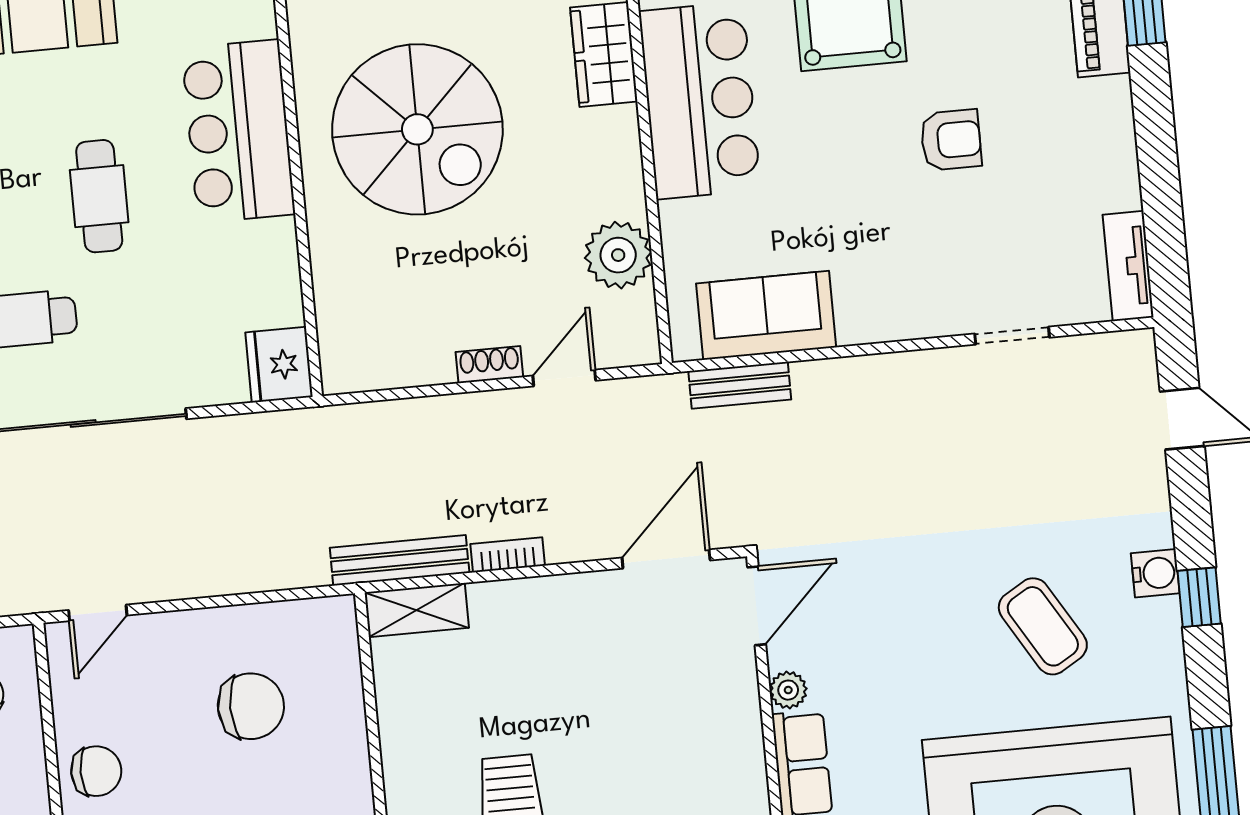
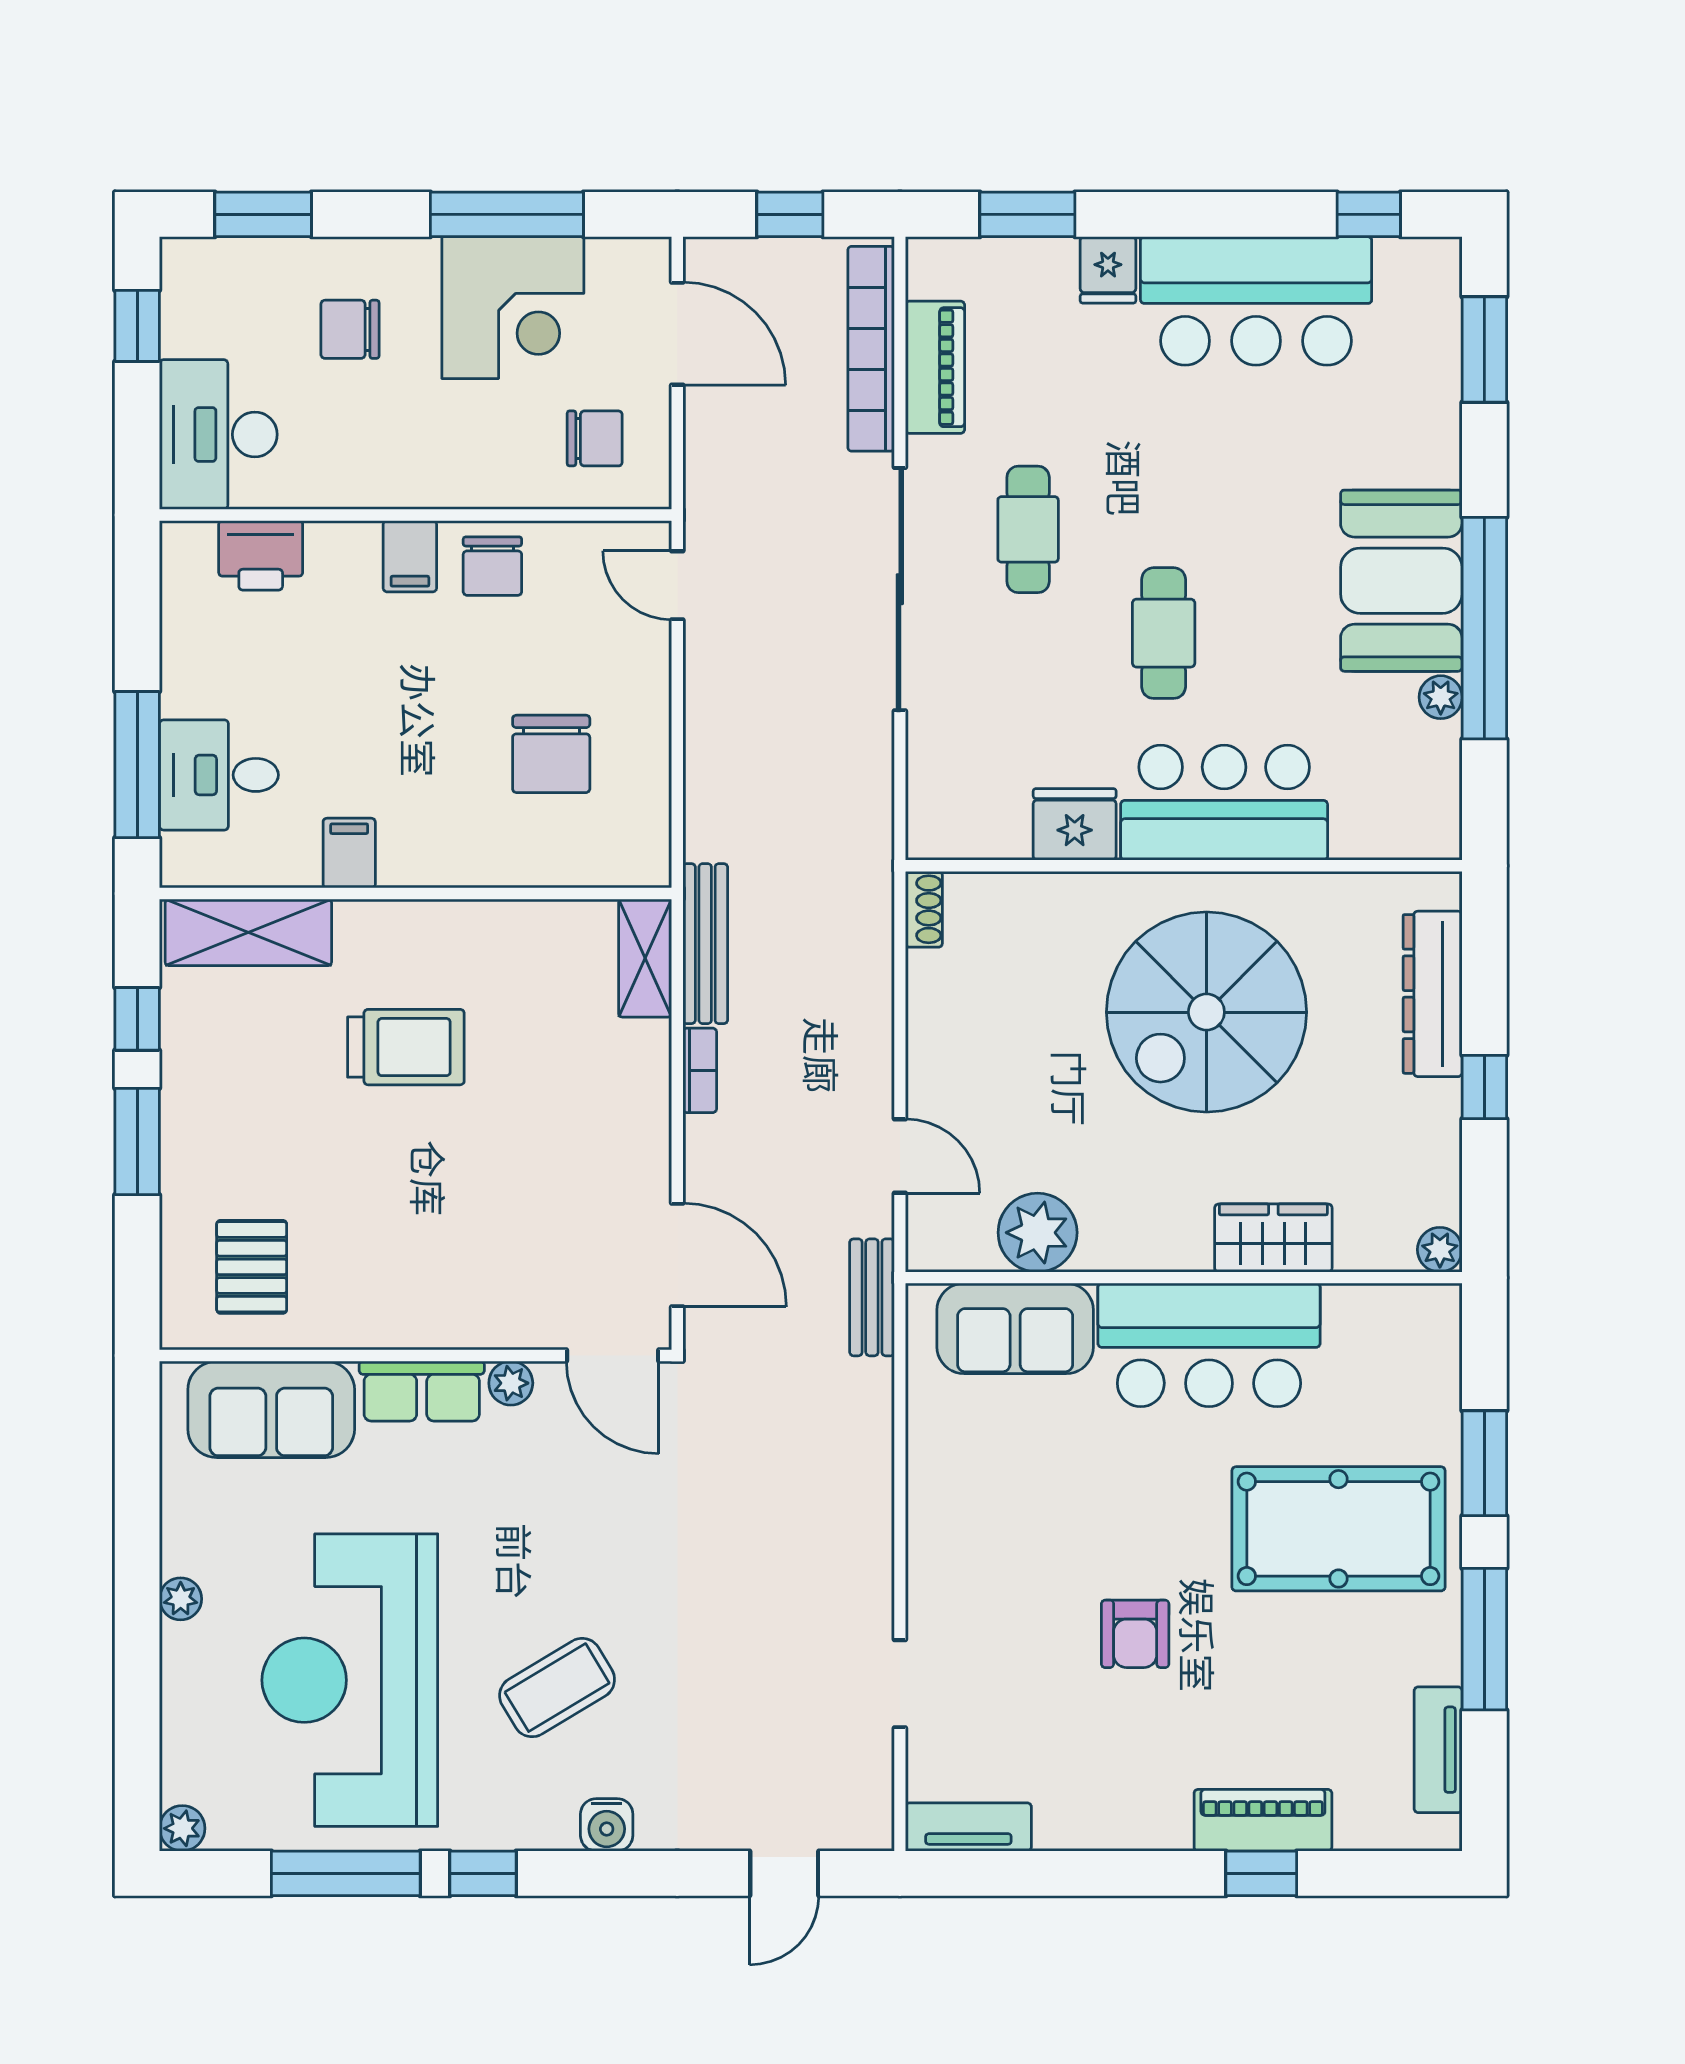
cafe table: (99, 196) -> (1164, 633), turned 90
sofa: (766, 315) -> (1015, 1328), moved, turned 90
fridge: (279, 365) -> (1075, 824), moved
shoe rack: (489, 365) -> (924, 909), moved
bench: (740, 385) -> (872, 1297), moved
window: (1199, 597) -> (483, 1873), moved

